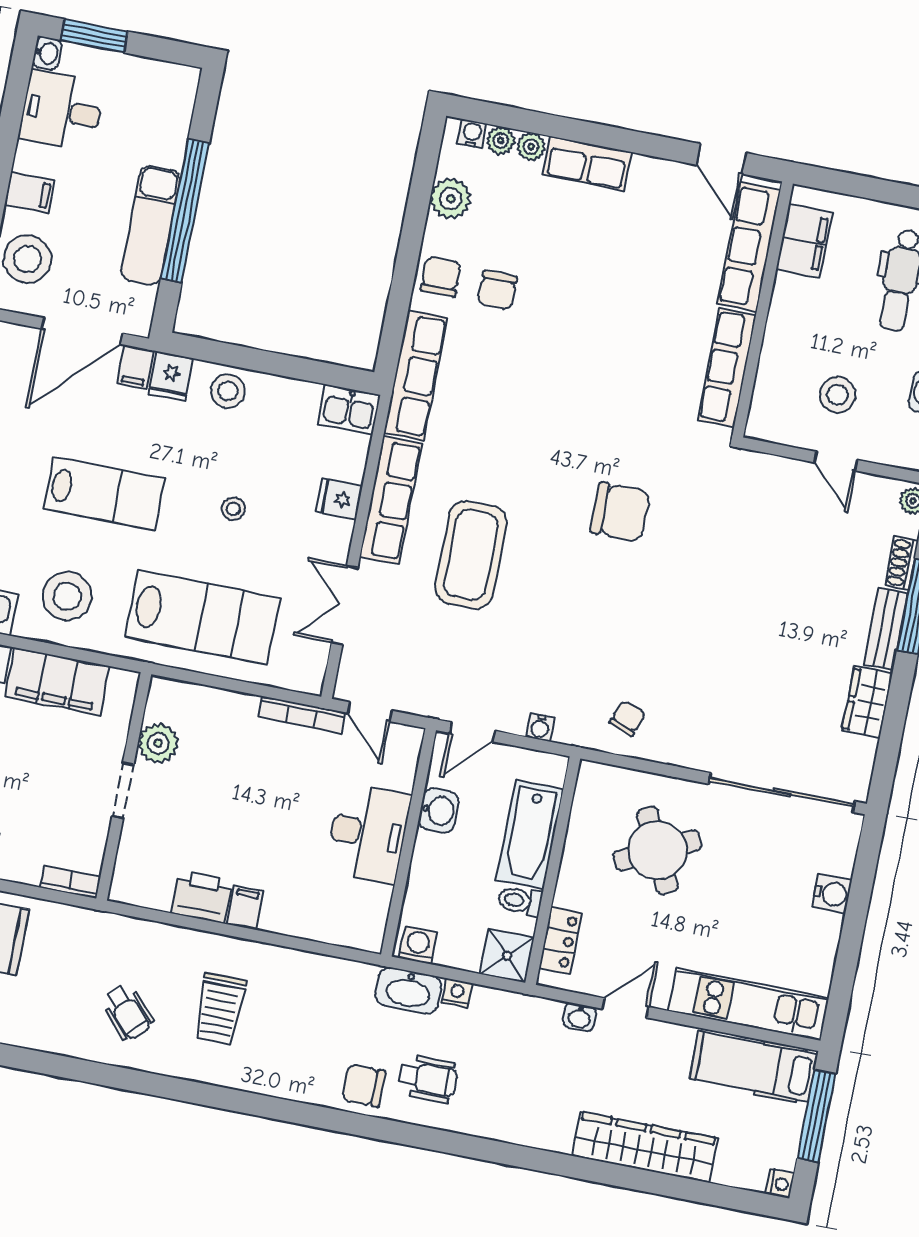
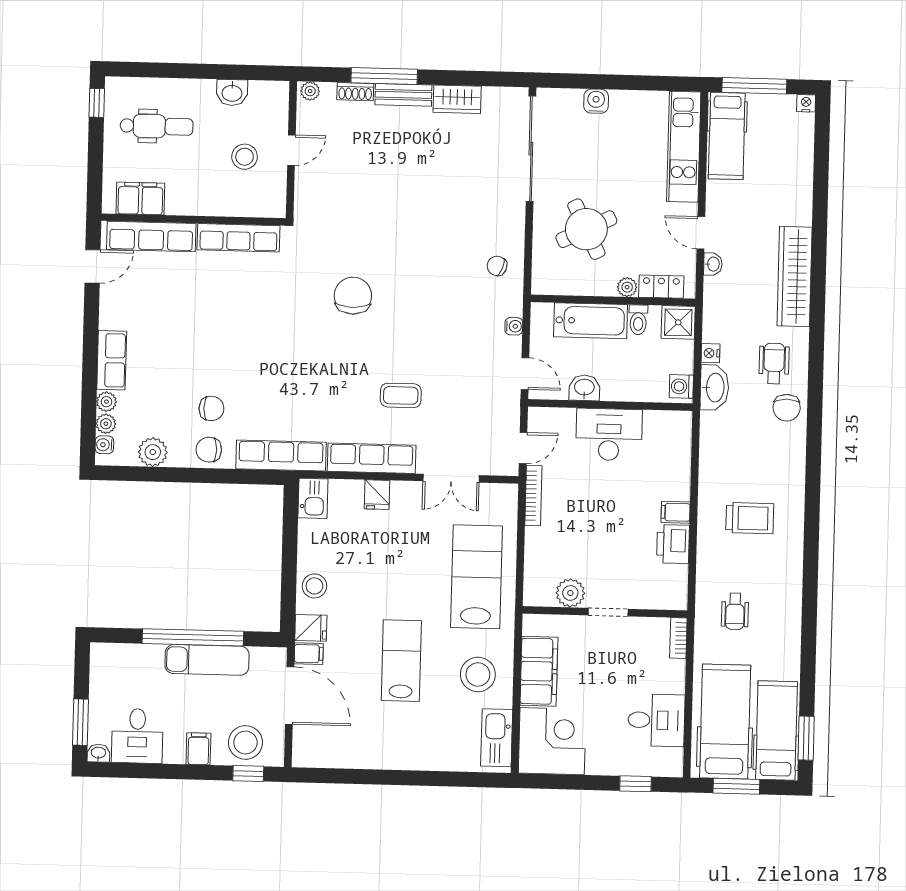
stool: (233, 509) -> (397, 568), removed
coffee table: (471, 555) -> (401, 395), width x0.54, depth x0.58
plant: (568, 893) -> (627, 287), added
wheelchair: (128, 1012) -> (735, 611), moved, turned 132
wardrobe: (645, 1147) -> (795, 277), moved

